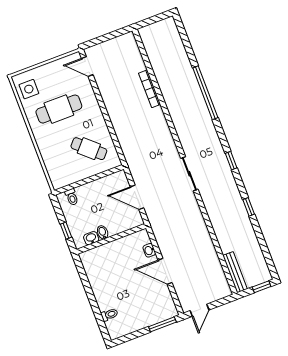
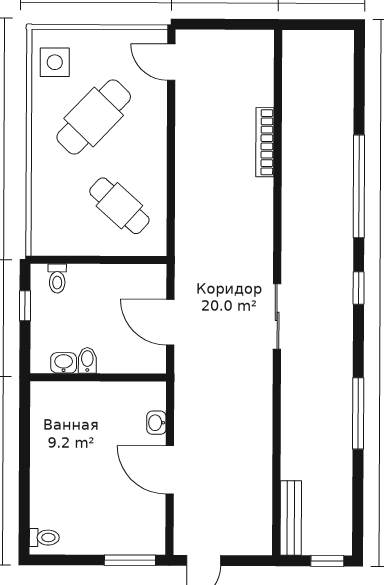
cafe table: (59, 109) -> (94, 117), turned -46
window: (231, 161) -> (359, 288), moved
window: (249, 207) -> (358, 413), width x2.17
window: (66, 231) -> (25, 306), moved
toilet: (109, 315) -> (44, 538), moved

